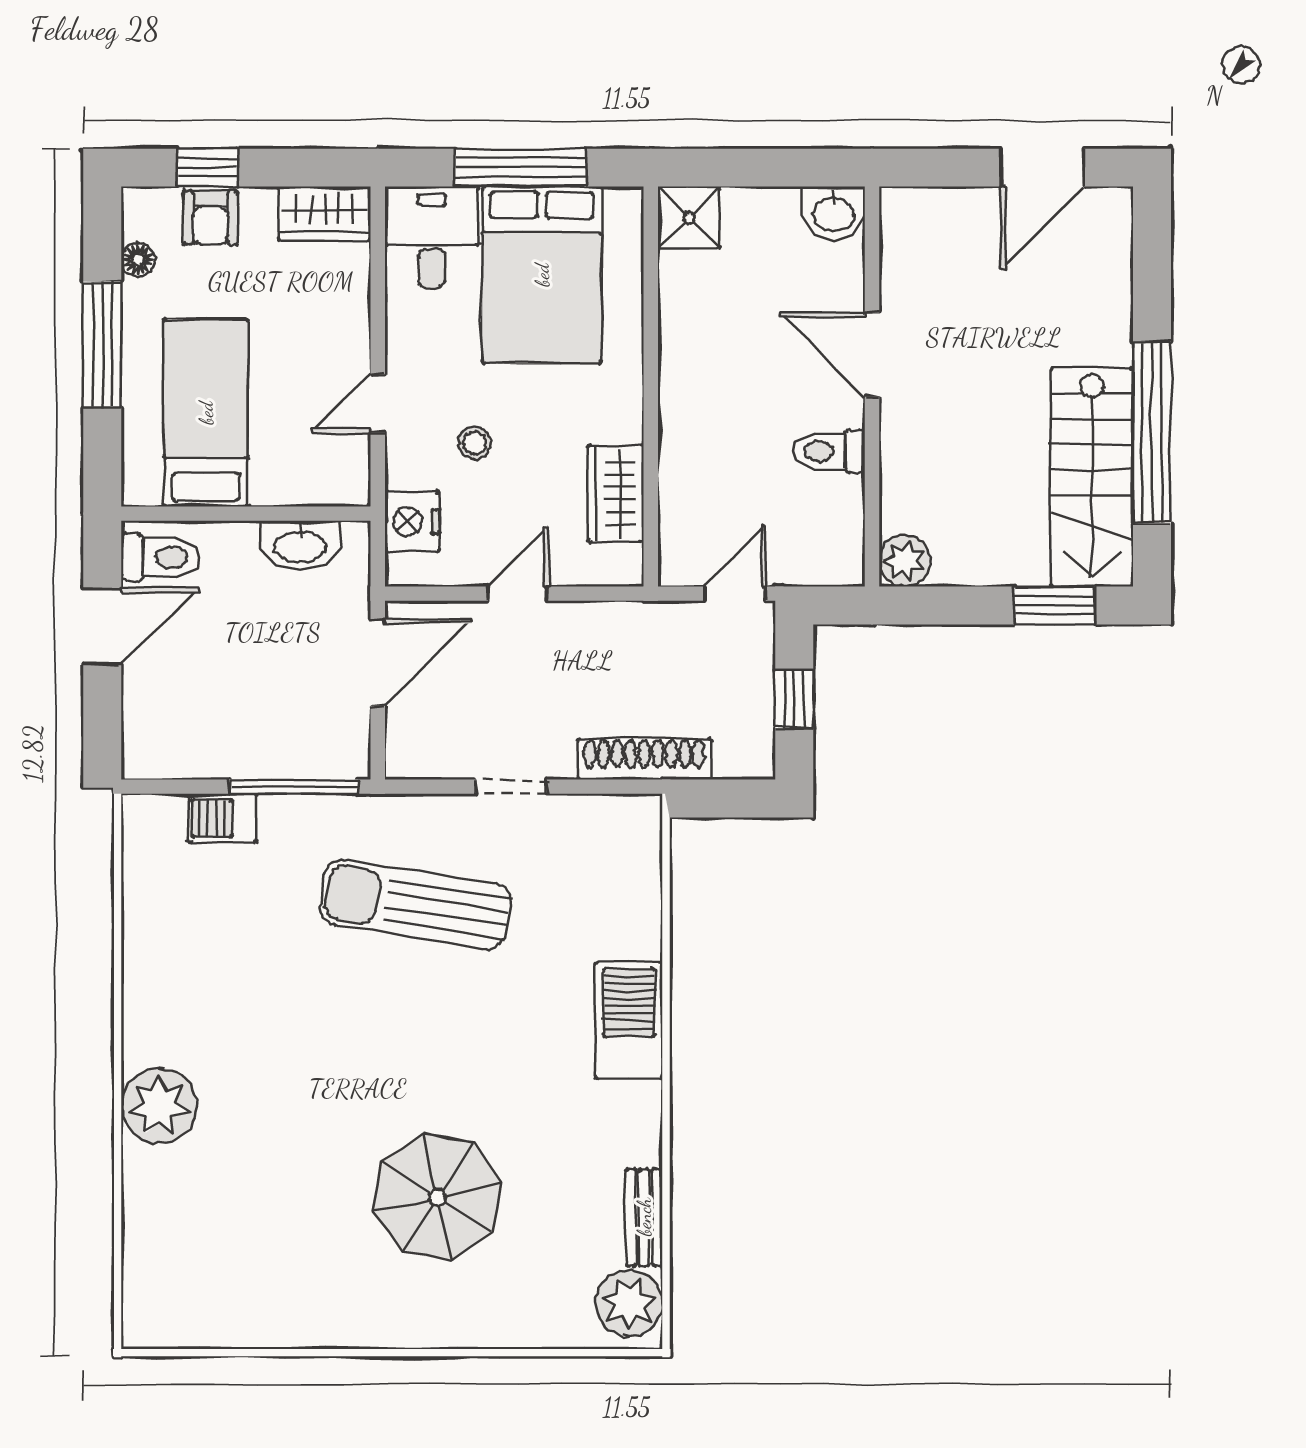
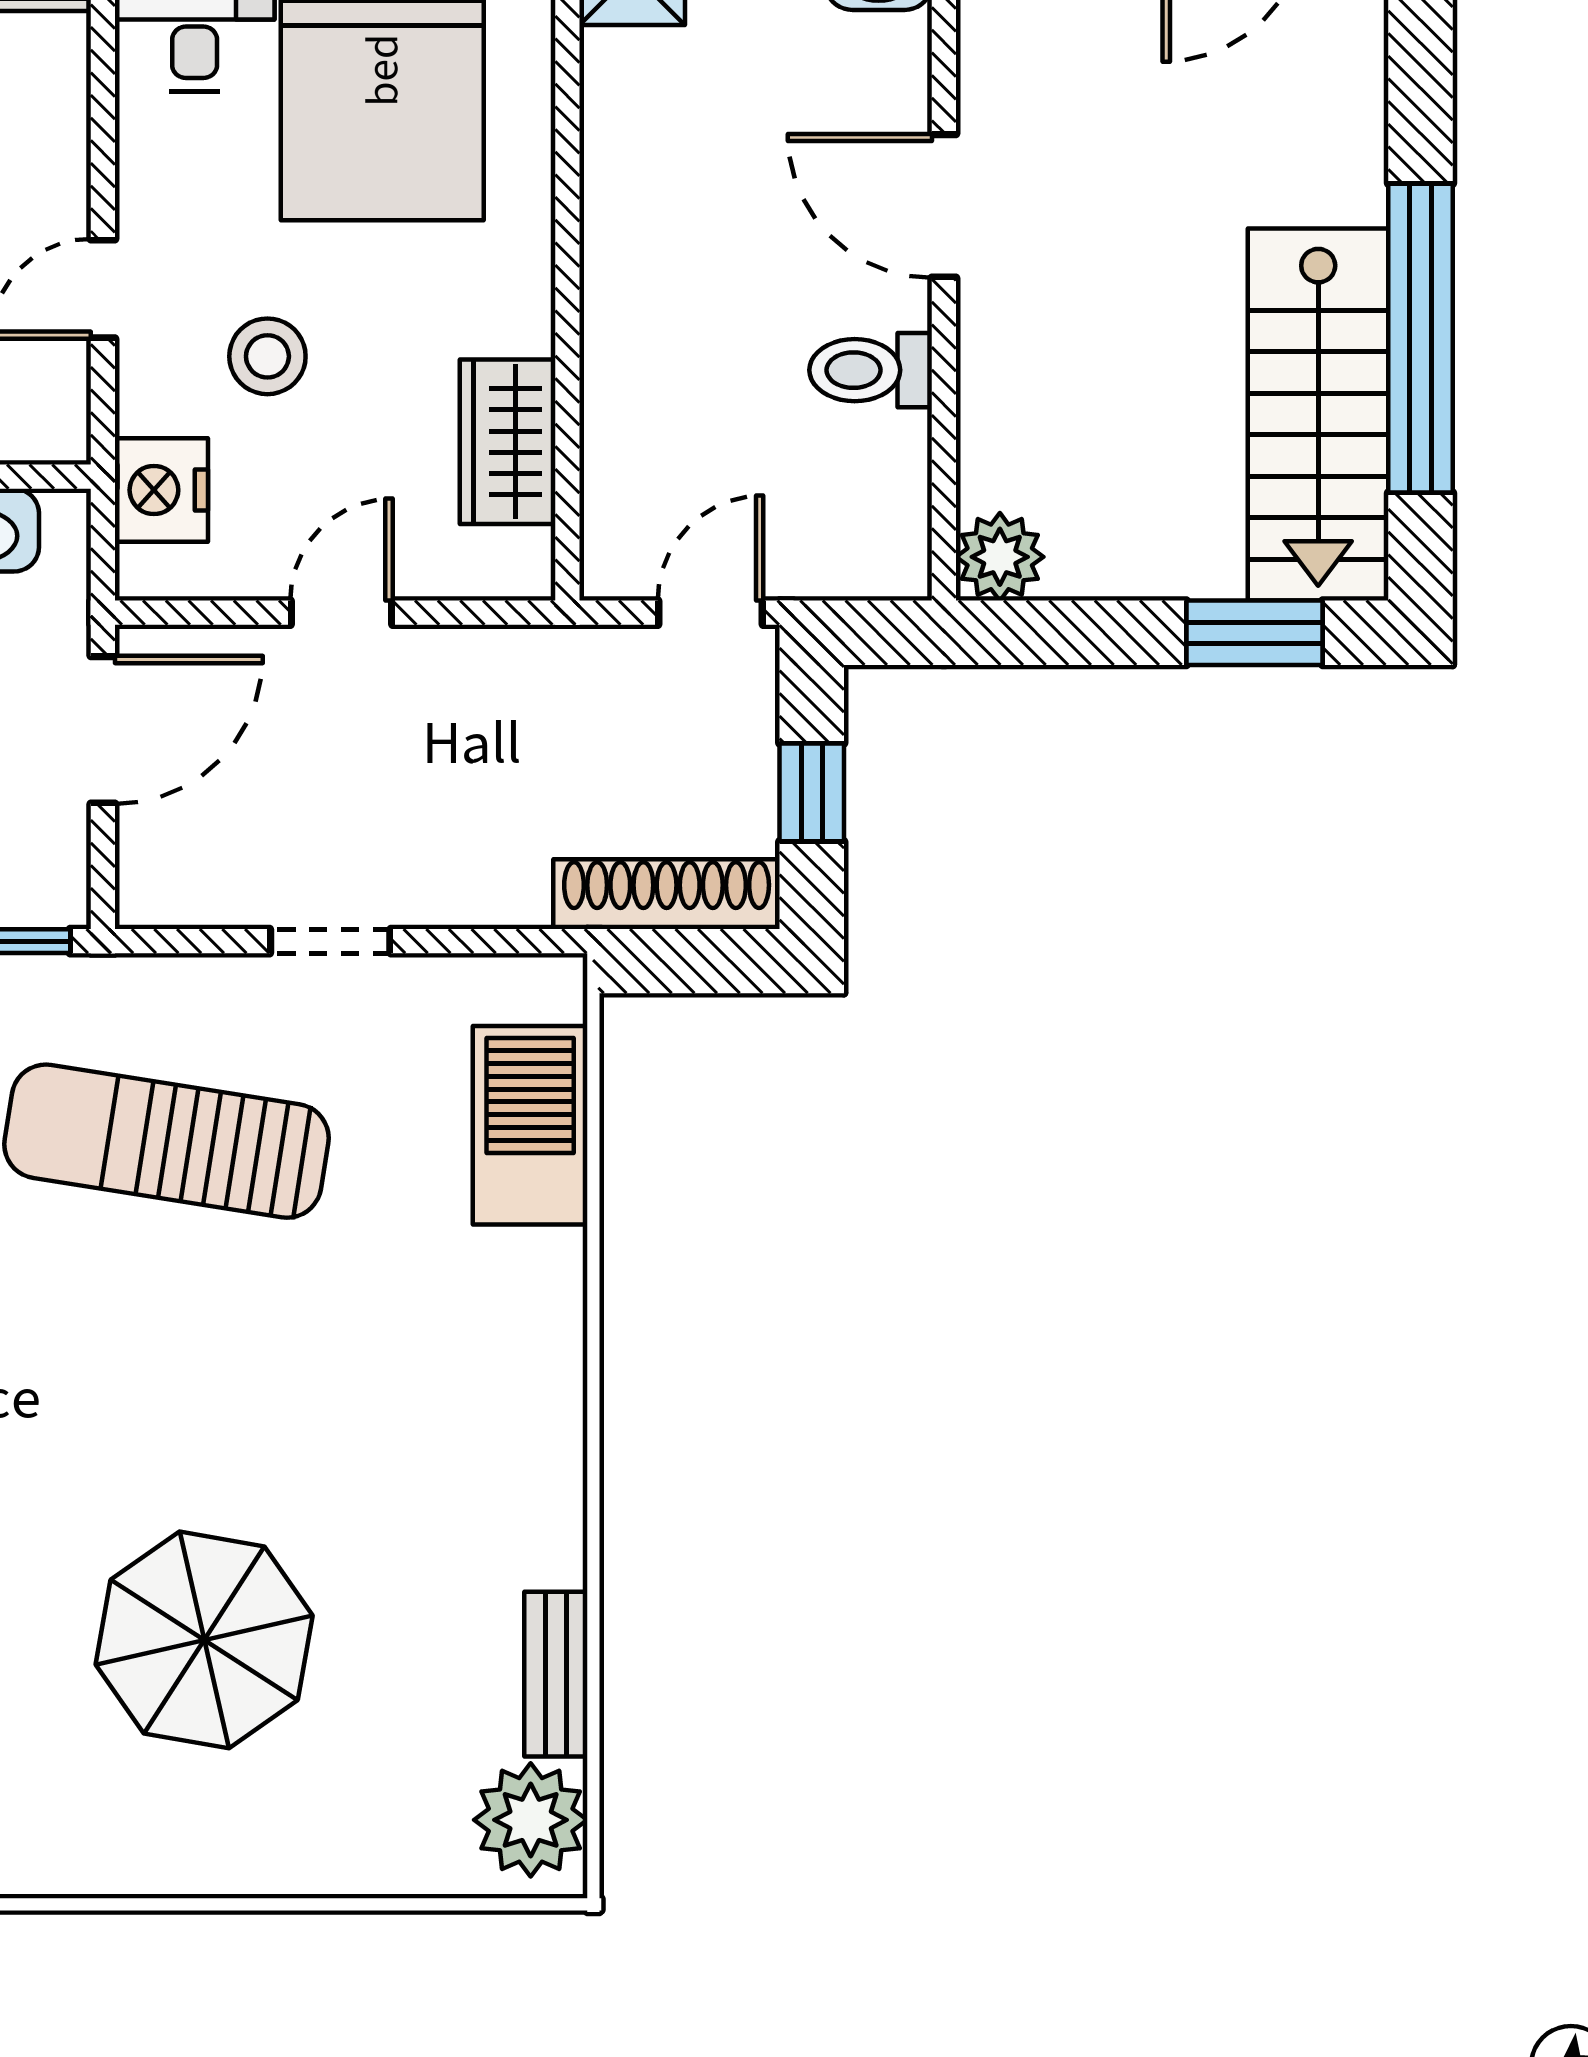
stool: (474, 443) -> (267, 356), width x1.37, depth x1.37
shoe rack: (644, 759) -> (667, 894), moved
barbecue: (629, 1020) -> (530, 1125), moved

